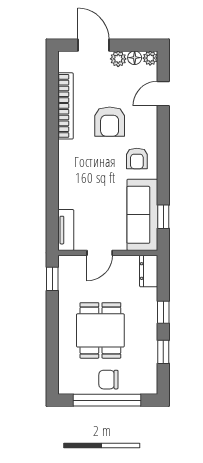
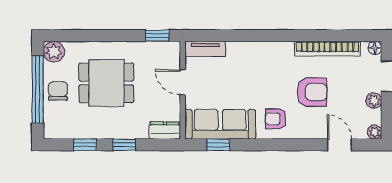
floor lamp: (135, 58) -> (375, 48), moved
armchair: (110, 122) -> (312, 92), turned 180
plant: (69, 384) -> (54, 52), added

